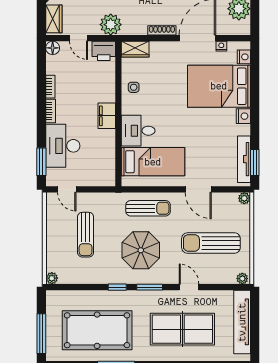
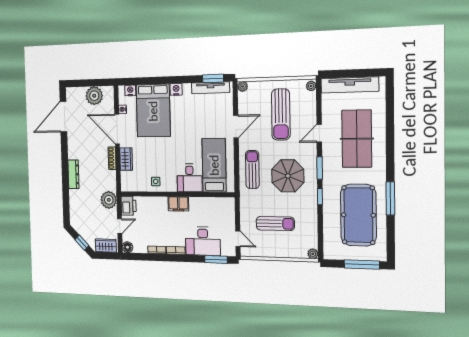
wardrobe: (135, 49) -> (126, 159), moved
door: (67, 189) -> (238, 239), hinge flipped

